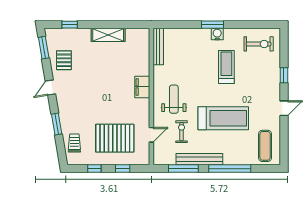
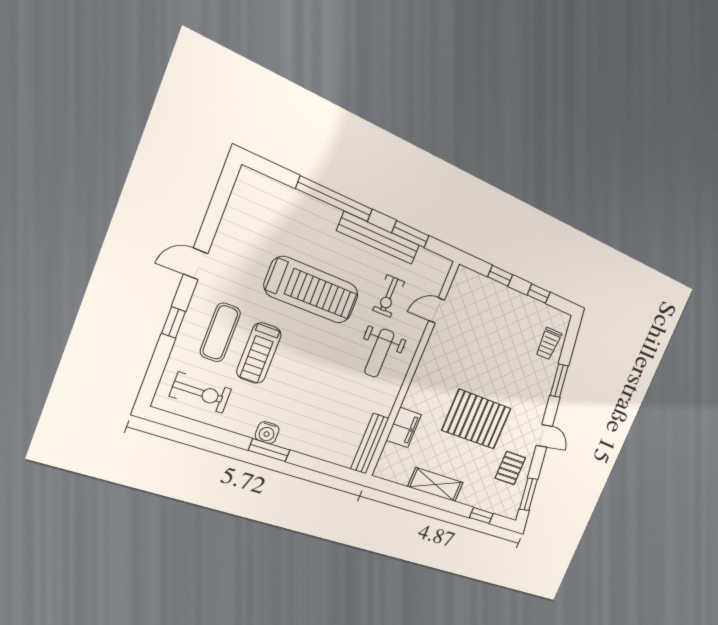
exercise bike: (259, 44) -> (201, 393), turned 180
treadmill: (226, 67) -> (259, 353), moved
filing cabinet: (142, 87) -> (404, 427), moved
door: (50, 88) -> (544, 436), hinge flipped
treadmill: (223, 118) -> (312, 290), turned 180
pallet: (115, 138) -> (477, 419), moved
exercise mat: (265, 146) -> (220, 332), moved
window: (183, 169) -> (410, 234), width x0.69

